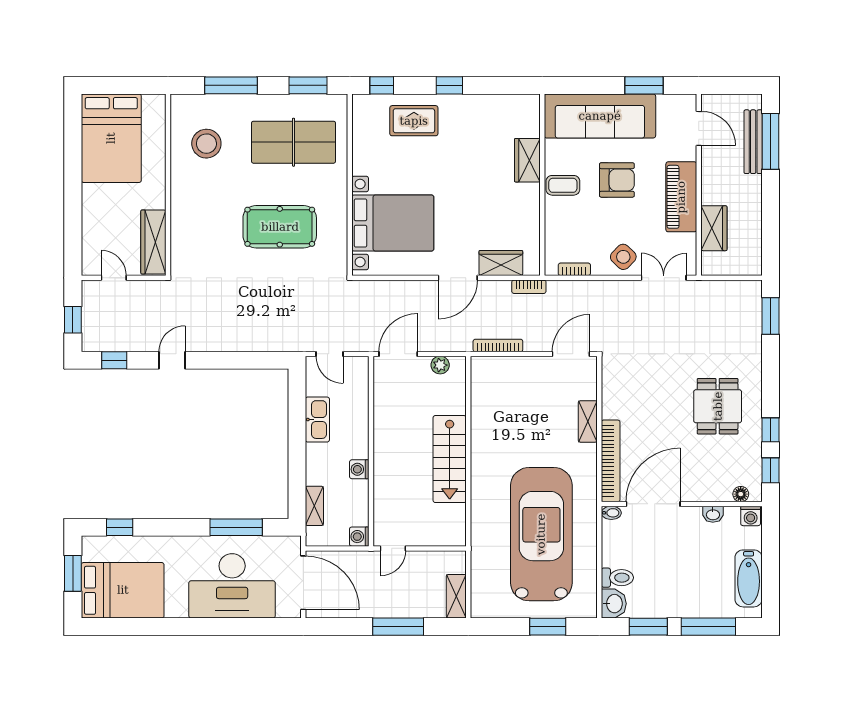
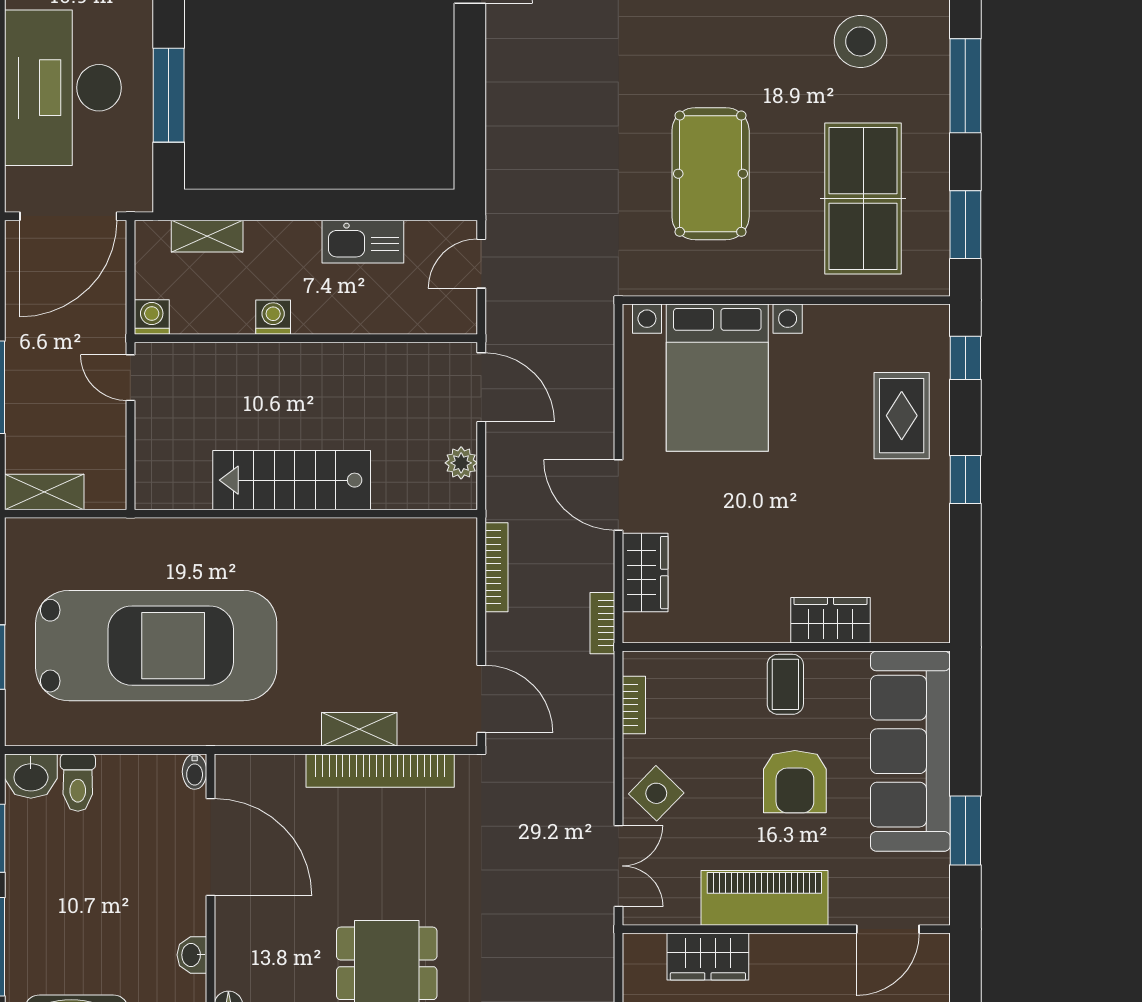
bookcase: (611, 461) -> (380, 771), moved

